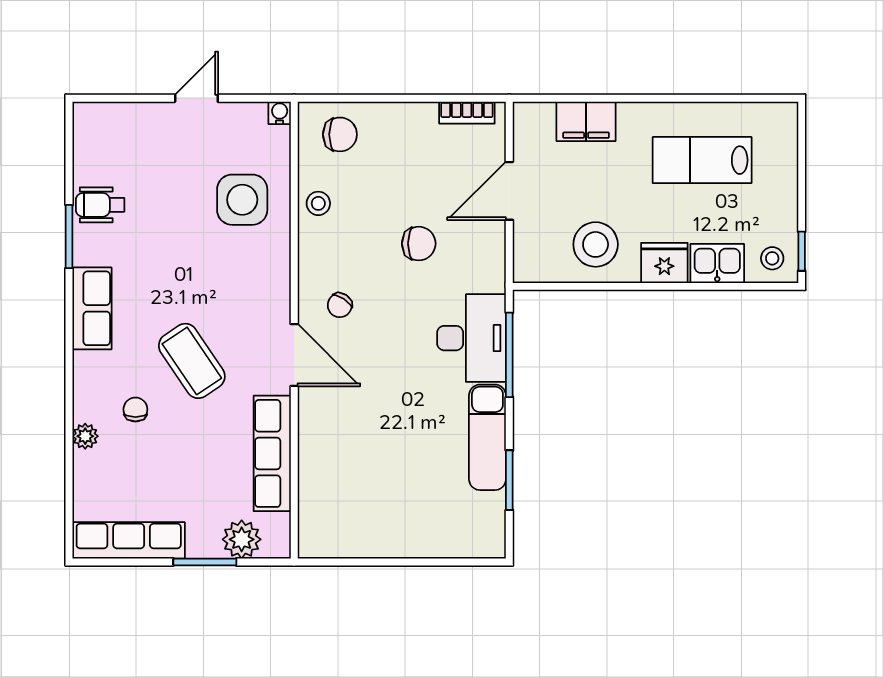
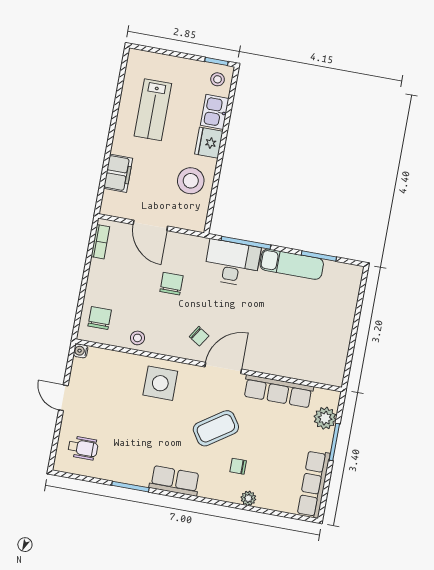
side table: (242, 200) -> (160, 383), moved
wheelchair: (100, 205) -> (83, 448), moved, turned -90

